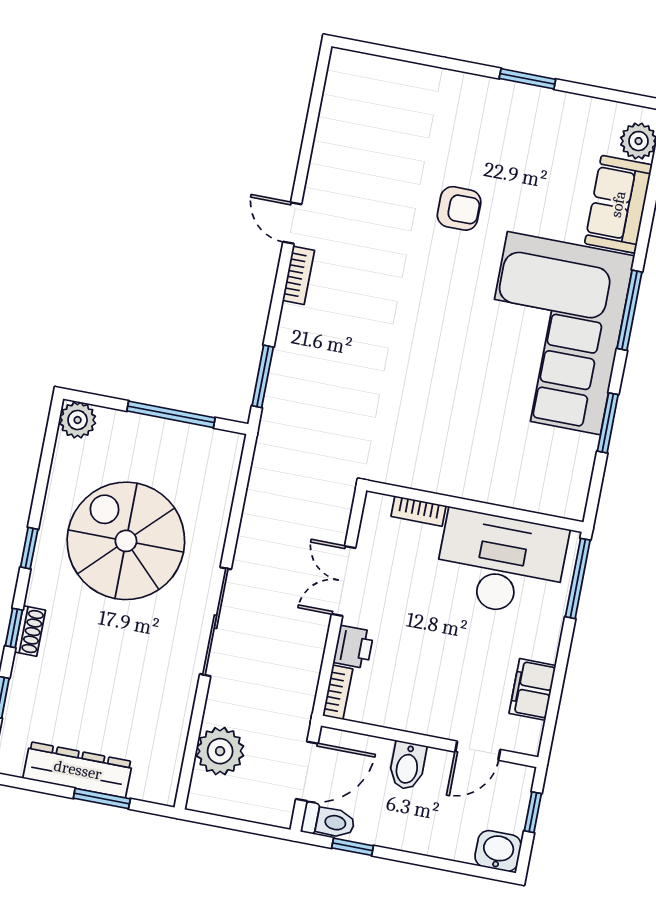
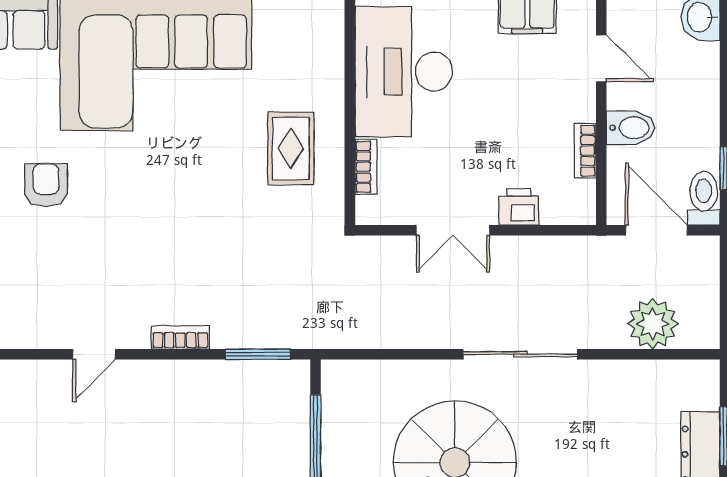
bookcase: (298, 275) -> (180, 337), moved
rug: (449, 444) -> (291, 149), added
bookcase: (338, 692) -> (585, 151), moved, turned -90

